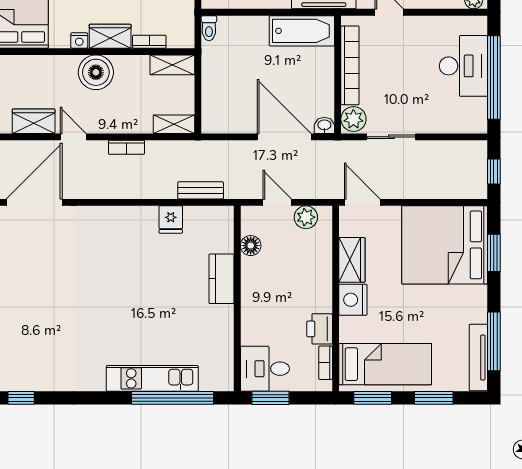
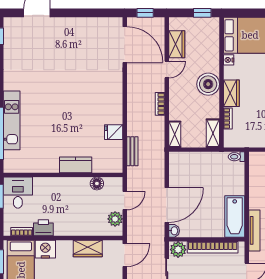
nightstand: (79, 41) -> (229, 60), moved
nightstand: (353, 300) -> (45, 249), moved

